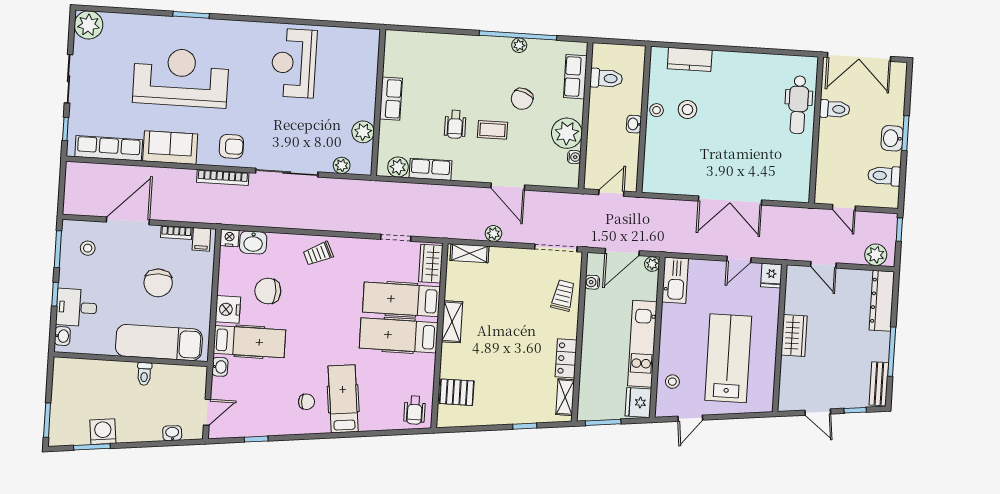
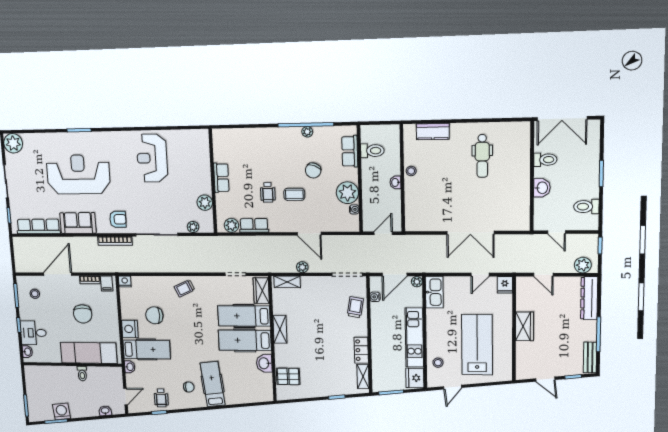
dental chair: (798, 105) -> (482, 156), moved
stool: (687, 110) -> (434, 169), removed
washbasin: (892, 138) -> (542, 188), moved, turned 180
washbasin: (253, 242) -> (264, 363), moved, turned 90
wheelchair: (415, 410) -> (161, 398), moved

